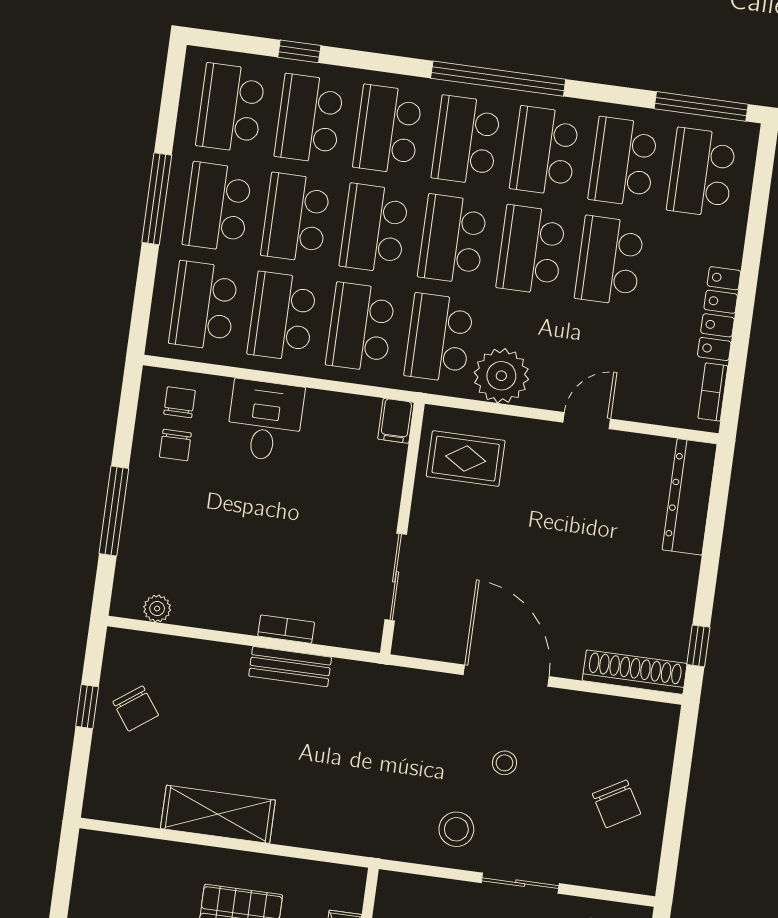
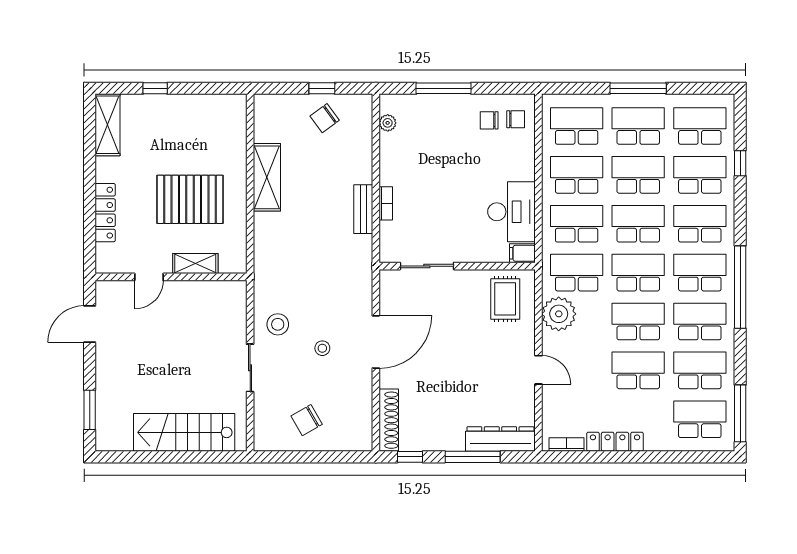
desk: (265, 421) -> (511, 212), moved, width x1.37
window: (712, 546) -> (473, 457), added

